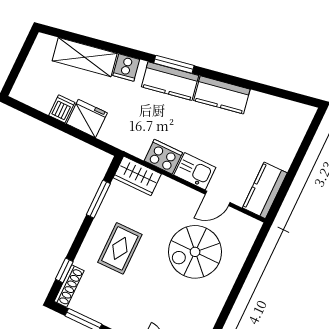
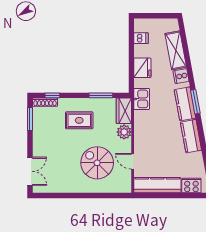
dishwasher: (62, 109) -> (141, 38), moved
cooker: (163, 157) -> (191, 186), moved, turned -90
kitchen sink: (195, 171) -> (142, 99), moved
plant: (169, 190) -> (124, 132), added
kitchen counter: (265, 190) -> (157, 185), width x1.50

